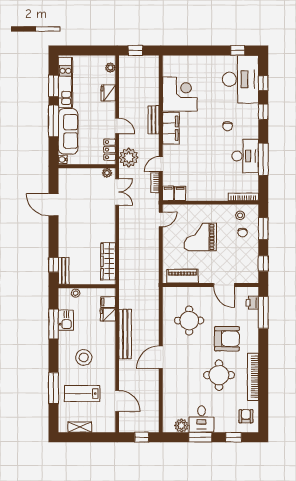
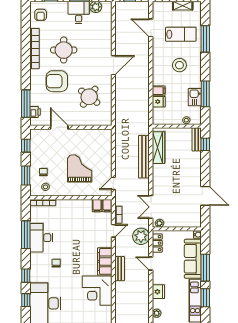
grand piano: (200, 237) -> (80, 168), turned -90
piano: (183, 276) -> (95, 135), removed
filing cabinet: (108, 302) -> (159, 91), moved
round table: (189, 321) -> (89, 97), turned 37
bench: (125, 334) -> (144, 157), moved

